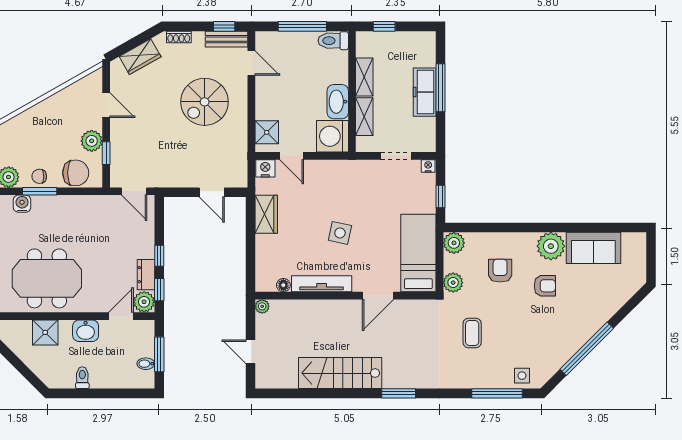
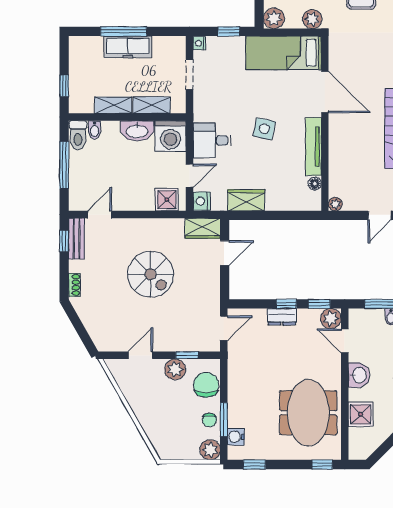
wardrobe: (140, 57) -> (203, 228), moved, turned 120
bidet: (339, 58) -> (94, 130), added
spiral stairs: (205, 102) -> (151, 274), moved
desk: (328, 179) -> (212, 140), added
dresser: (146, 275) -> (282, 317), moved
door: (378, 296) -> (325, 92), width x1.36

